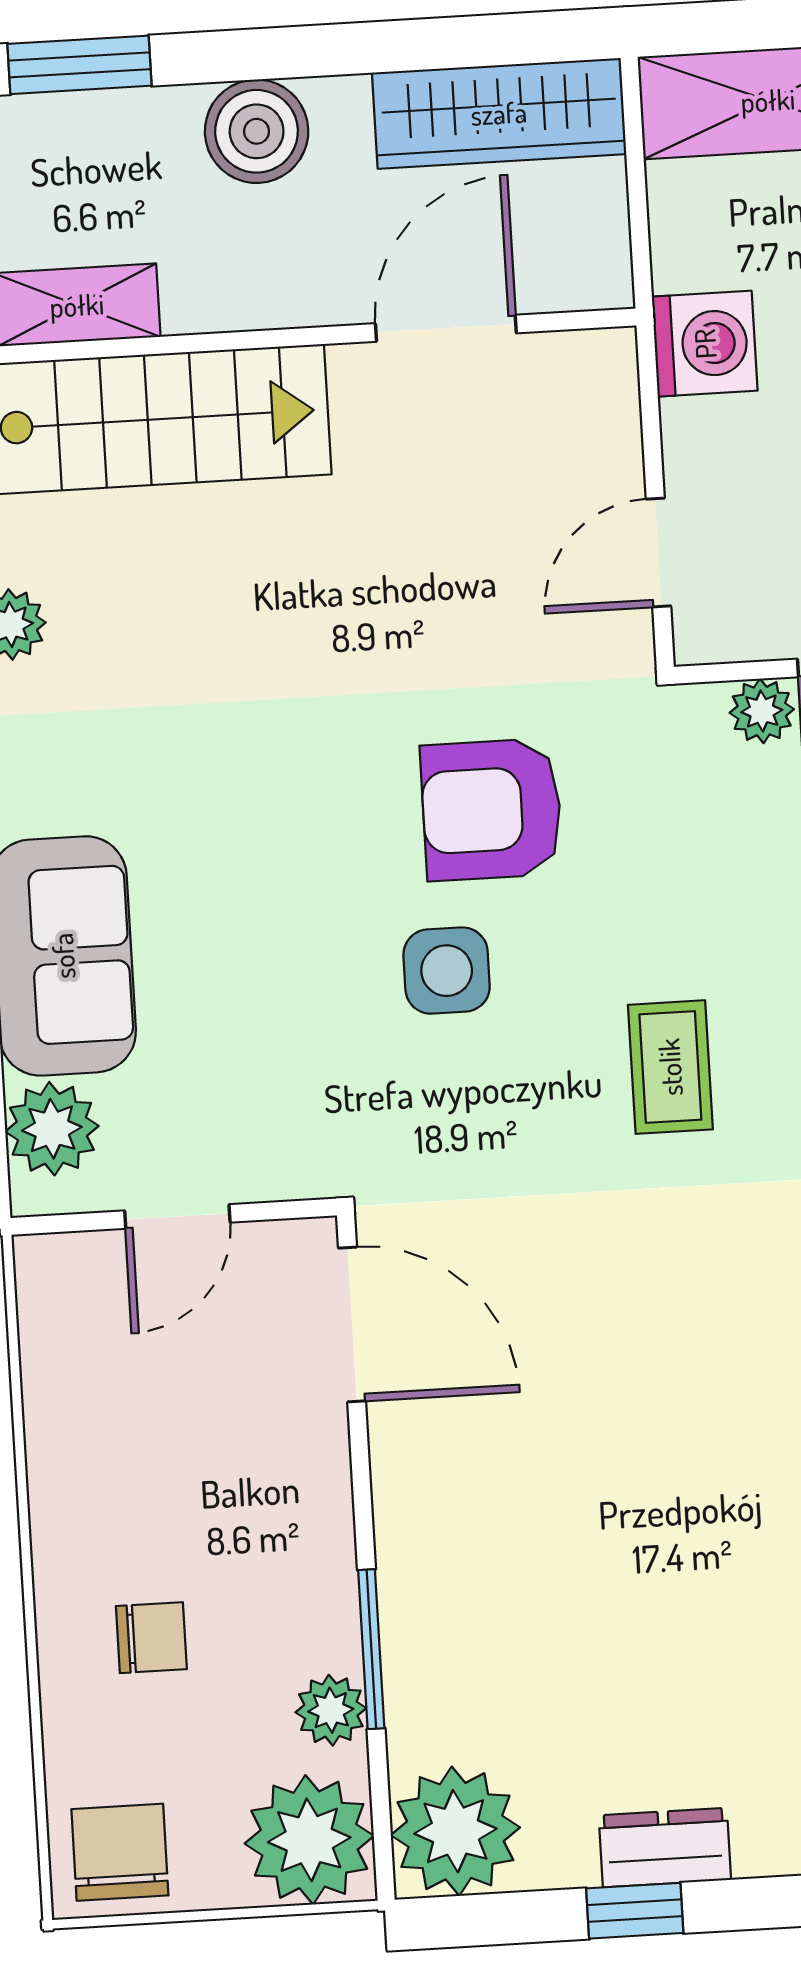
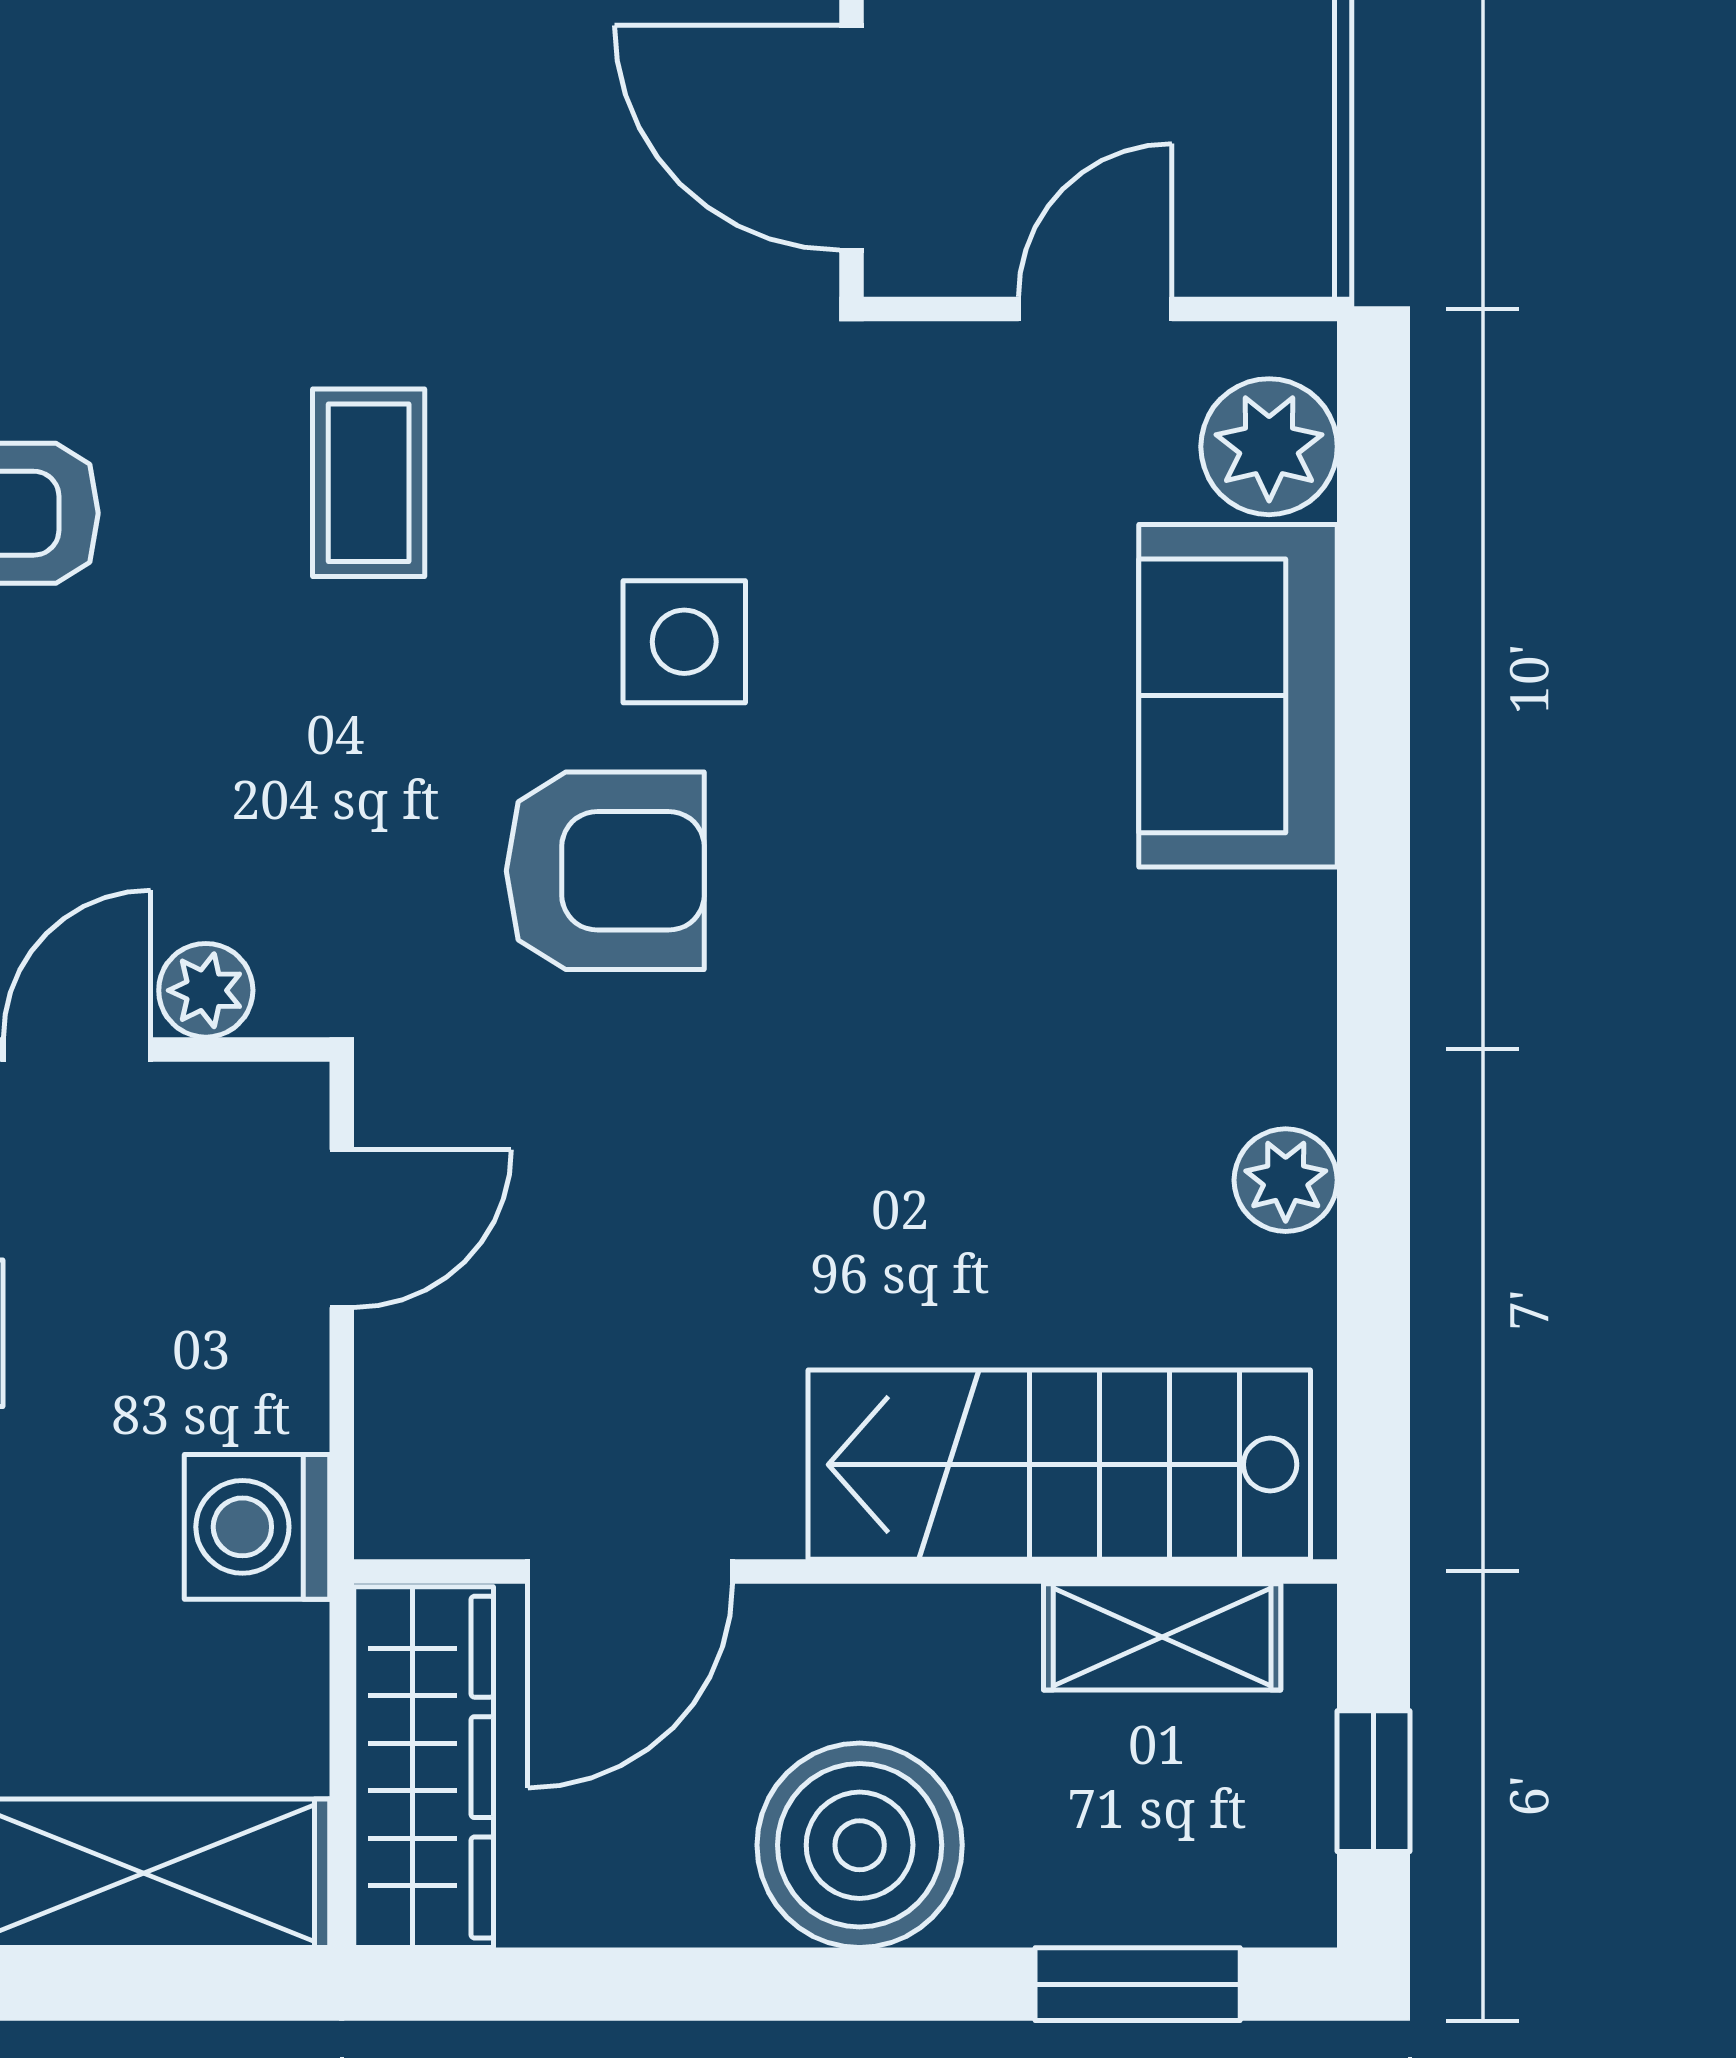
wardrobe: (499, 113) -> (424, 1767), moved, turned 90
boiler: (257, 131) -> (860, 1845), width x1.37, depth x1.37

